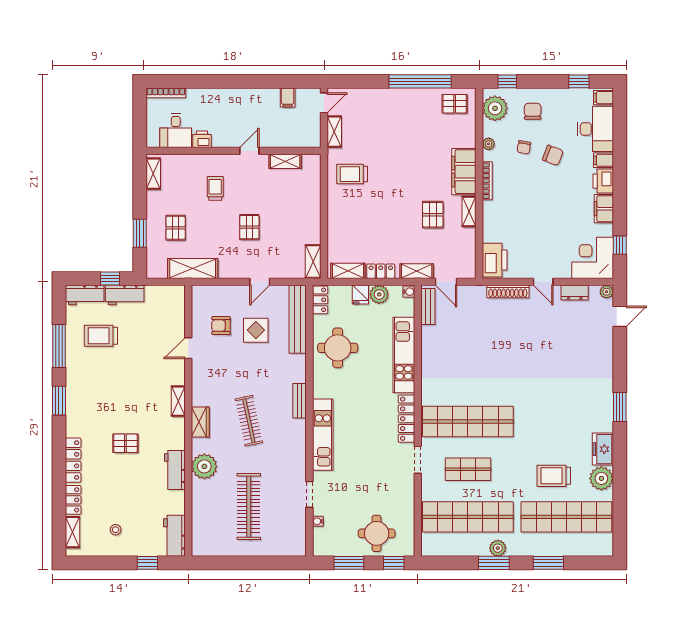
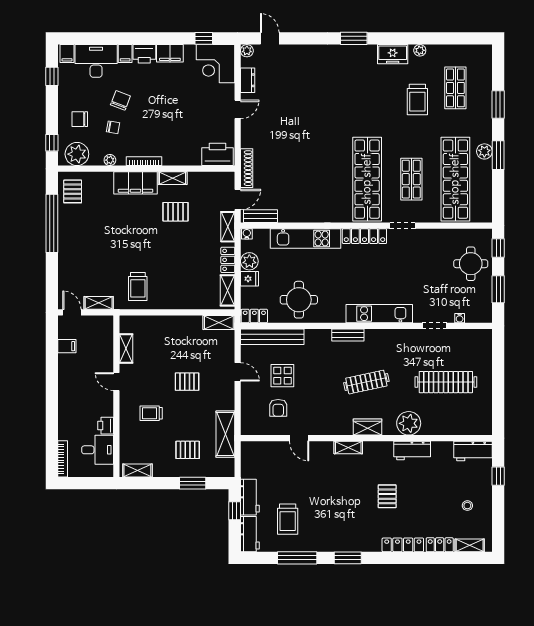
shoe rack: (508, 291) -> (247, 168), moved
plant: (601, 478) -> (420, 50), width x0.53, depth x0.53
shop shelf: (566, 517) -> (455, 88), width x0.50, depth x0.74

